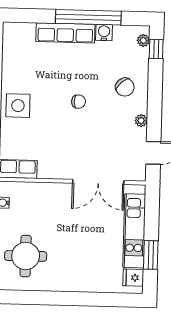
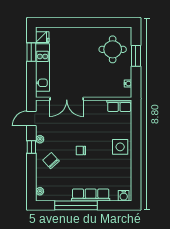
water cooler: (104, 33) -> (124, 196), moved
window: (156, 49) -> (31, 147), moved
double door: (98, 182) -> (67, 99), swing flipped

